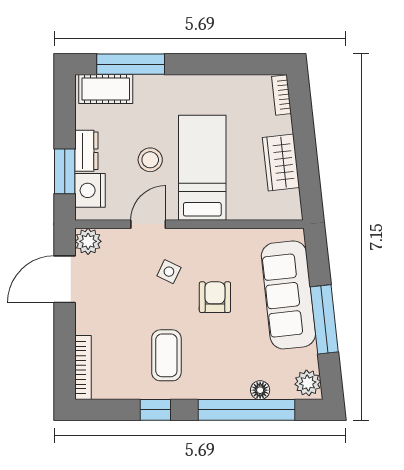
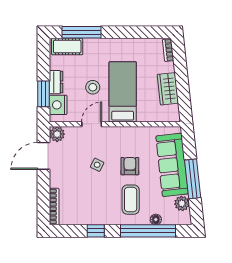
side table: (169, 272) -> (97, 165), moved
coffee table: (166, 355) -> (131, 200), moved
plant: (308, 383) -> (182, 203), moved

